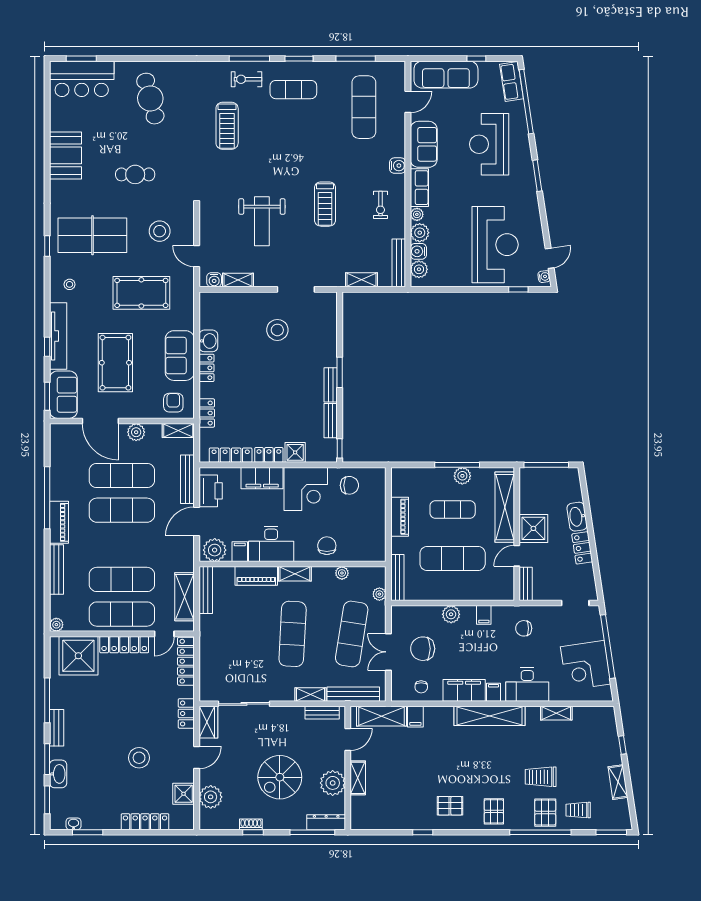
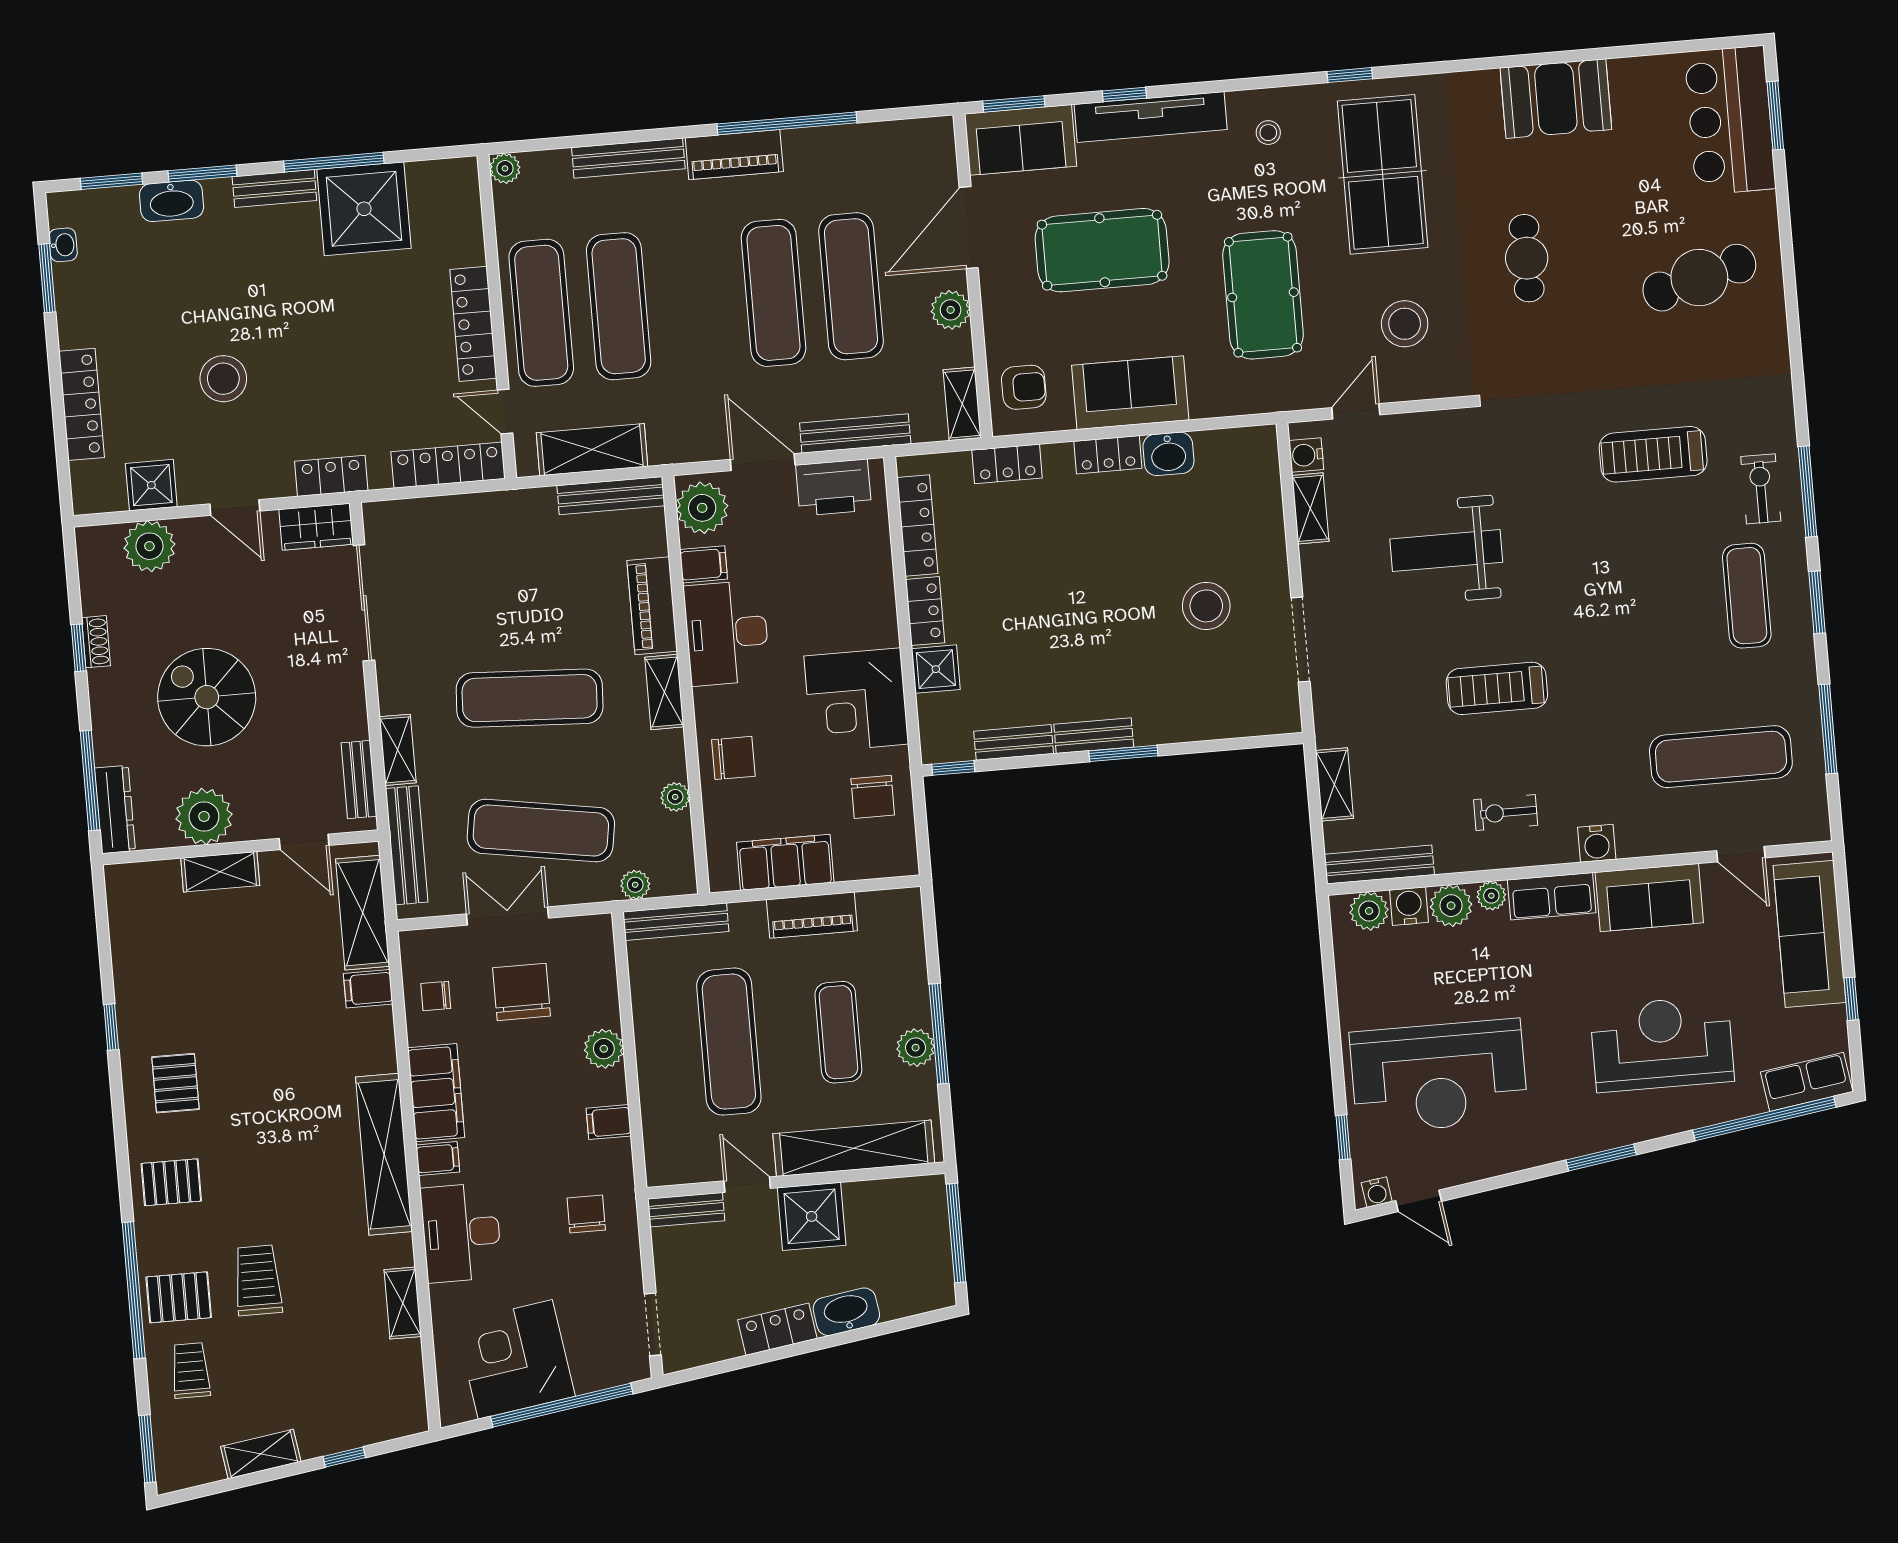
filing cabinet: (262, 478) -> (785, 862), moved, turned 90
shower: (78, 656) -> (364, 209), moved

